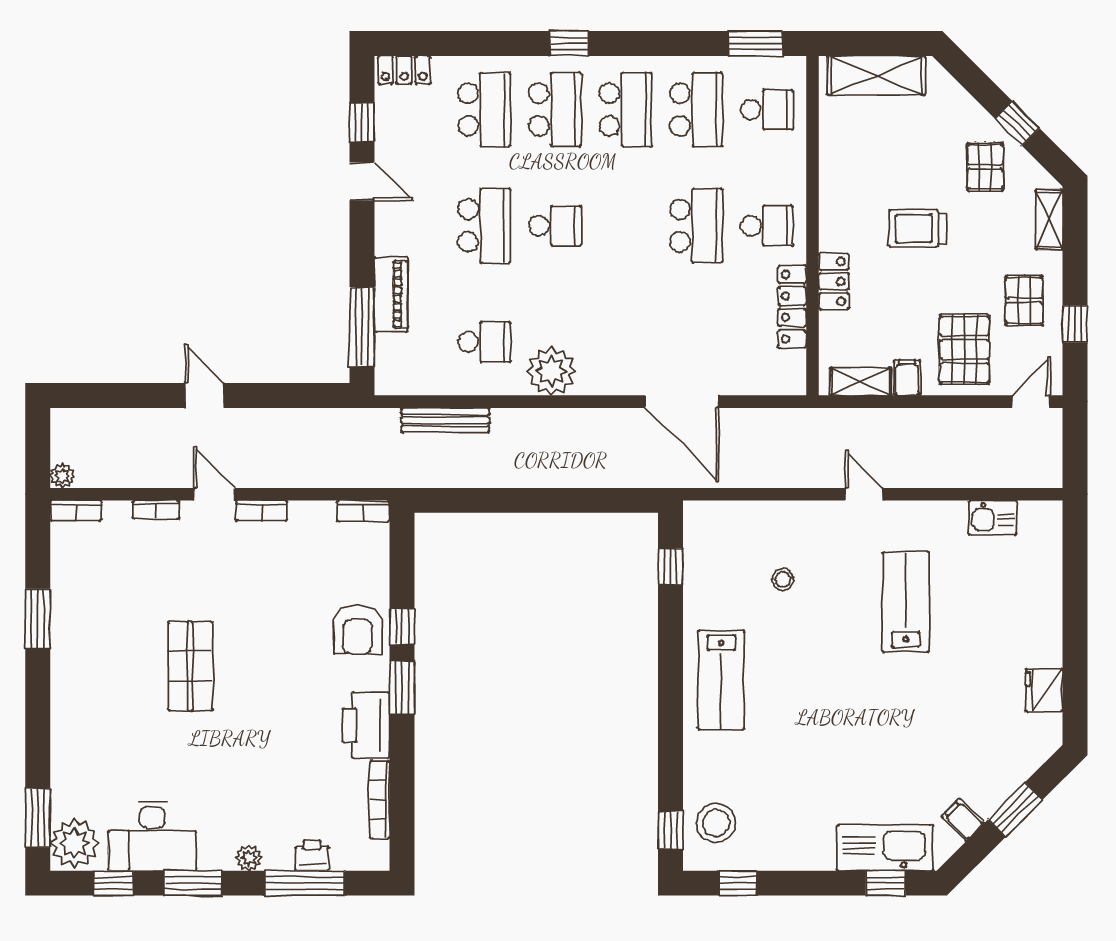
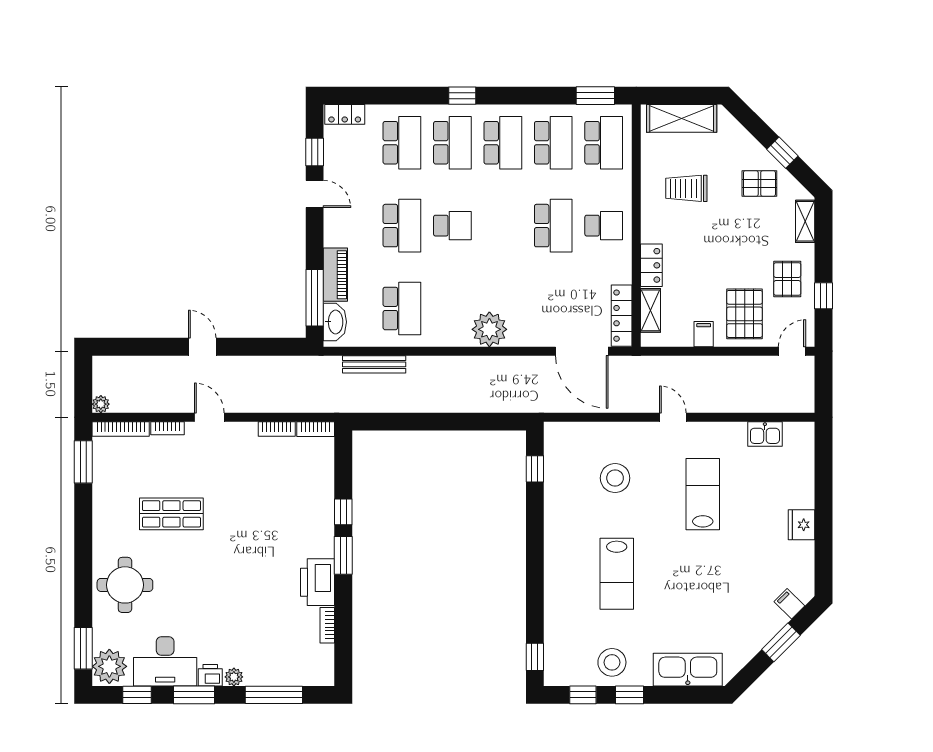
school desk: (767, 110) -> (604, 143), width x1.85
pallet: (985, 167) -> (759, 183), turned 90
trolley: (917, 228) -> (686, 188), moved
locker: (792, 307) -> (622, 316), moved
school desk: (484, 342) -> (402, 308), width x1.85
washbasin: (390, 361) -> (335, 322), added
plant: (551, 371) -> (489, 329), moved
shelving: (861, 382) -> (650, 310), moved, turned 90
door: (682, 402) -> (582, 351), moved
bookcase: (76, 511) -> (121, 429), width x1.56
bookcase: (262, 511) -> (277, 429), moved
stool: (783, 579) -> (615, 478), width x1.89, depth x1.89
window: (38, 619) -> (83, 462), moved
armchair: (358, 630) -> (312, 514), removed
shop shelf: (190, 666) -> (171, 514), moved, turned 90
lab bench: (721, 680) -> (617, 574), moved
fridge: (1044, 690) -> (802, 525), moved
round table: (96, 729) -> (125, 585), added
bookcase: (380, 800) -> (327, 625), width x0.64
filing cabinet: (963, 820) -> (789, 604), moved
stool: (716, 823) -> (612, 662), moved
printer: (312, 856) -> (210, 675), moved
window: (886, 883) -> (629, 695), moved

